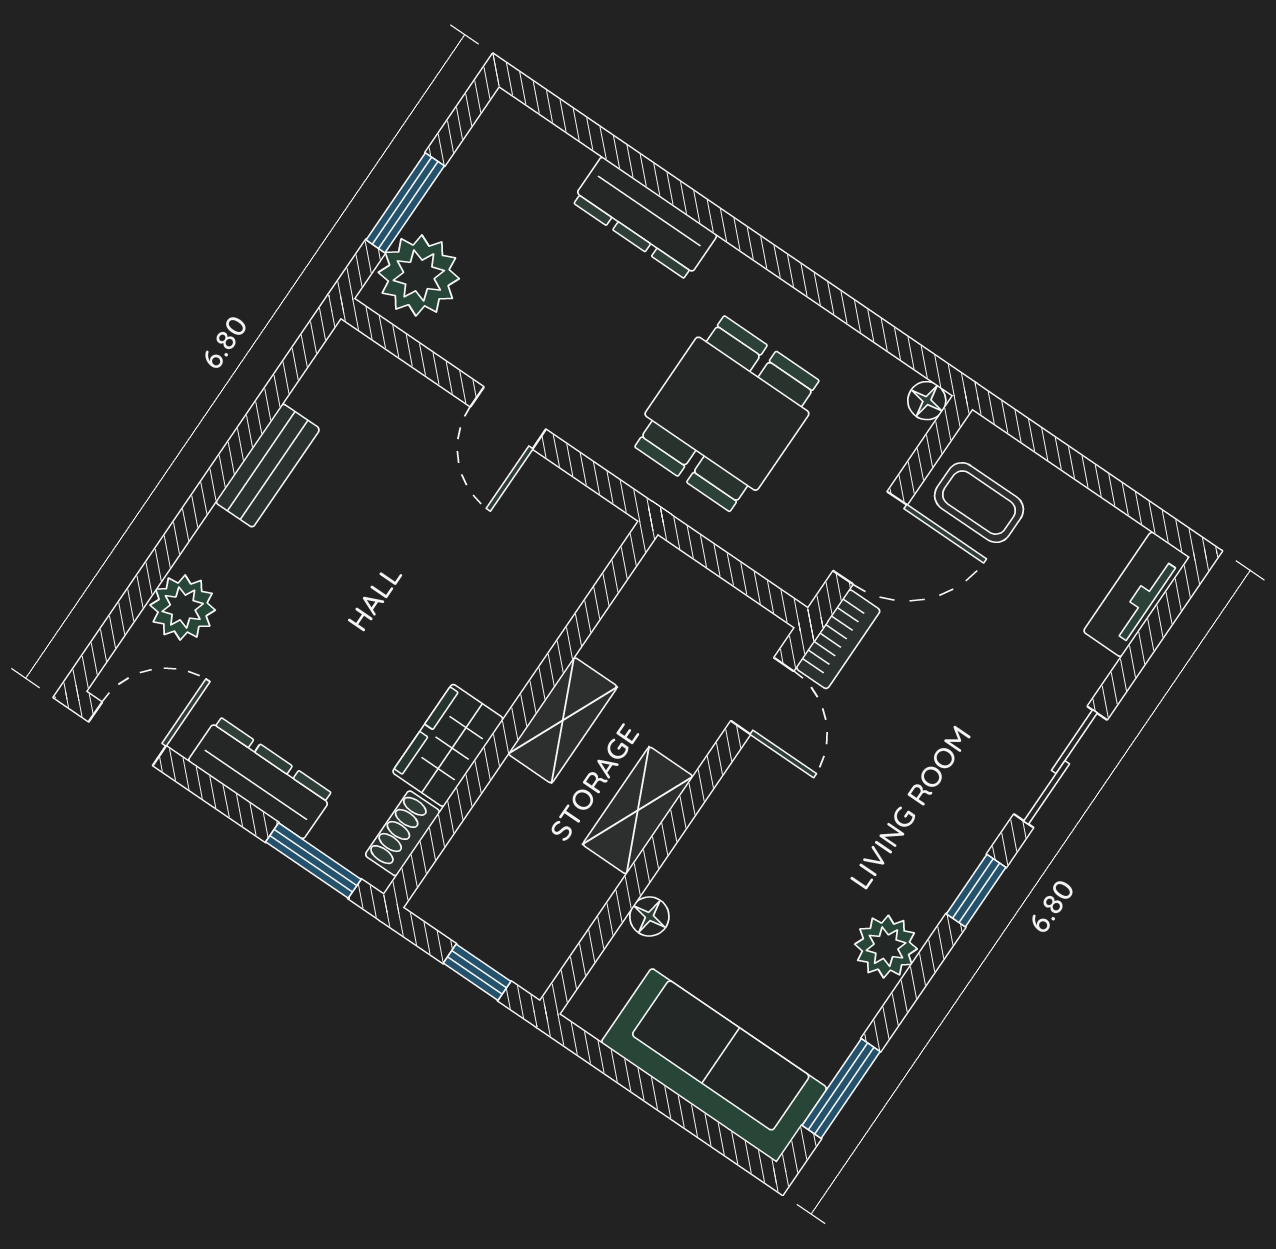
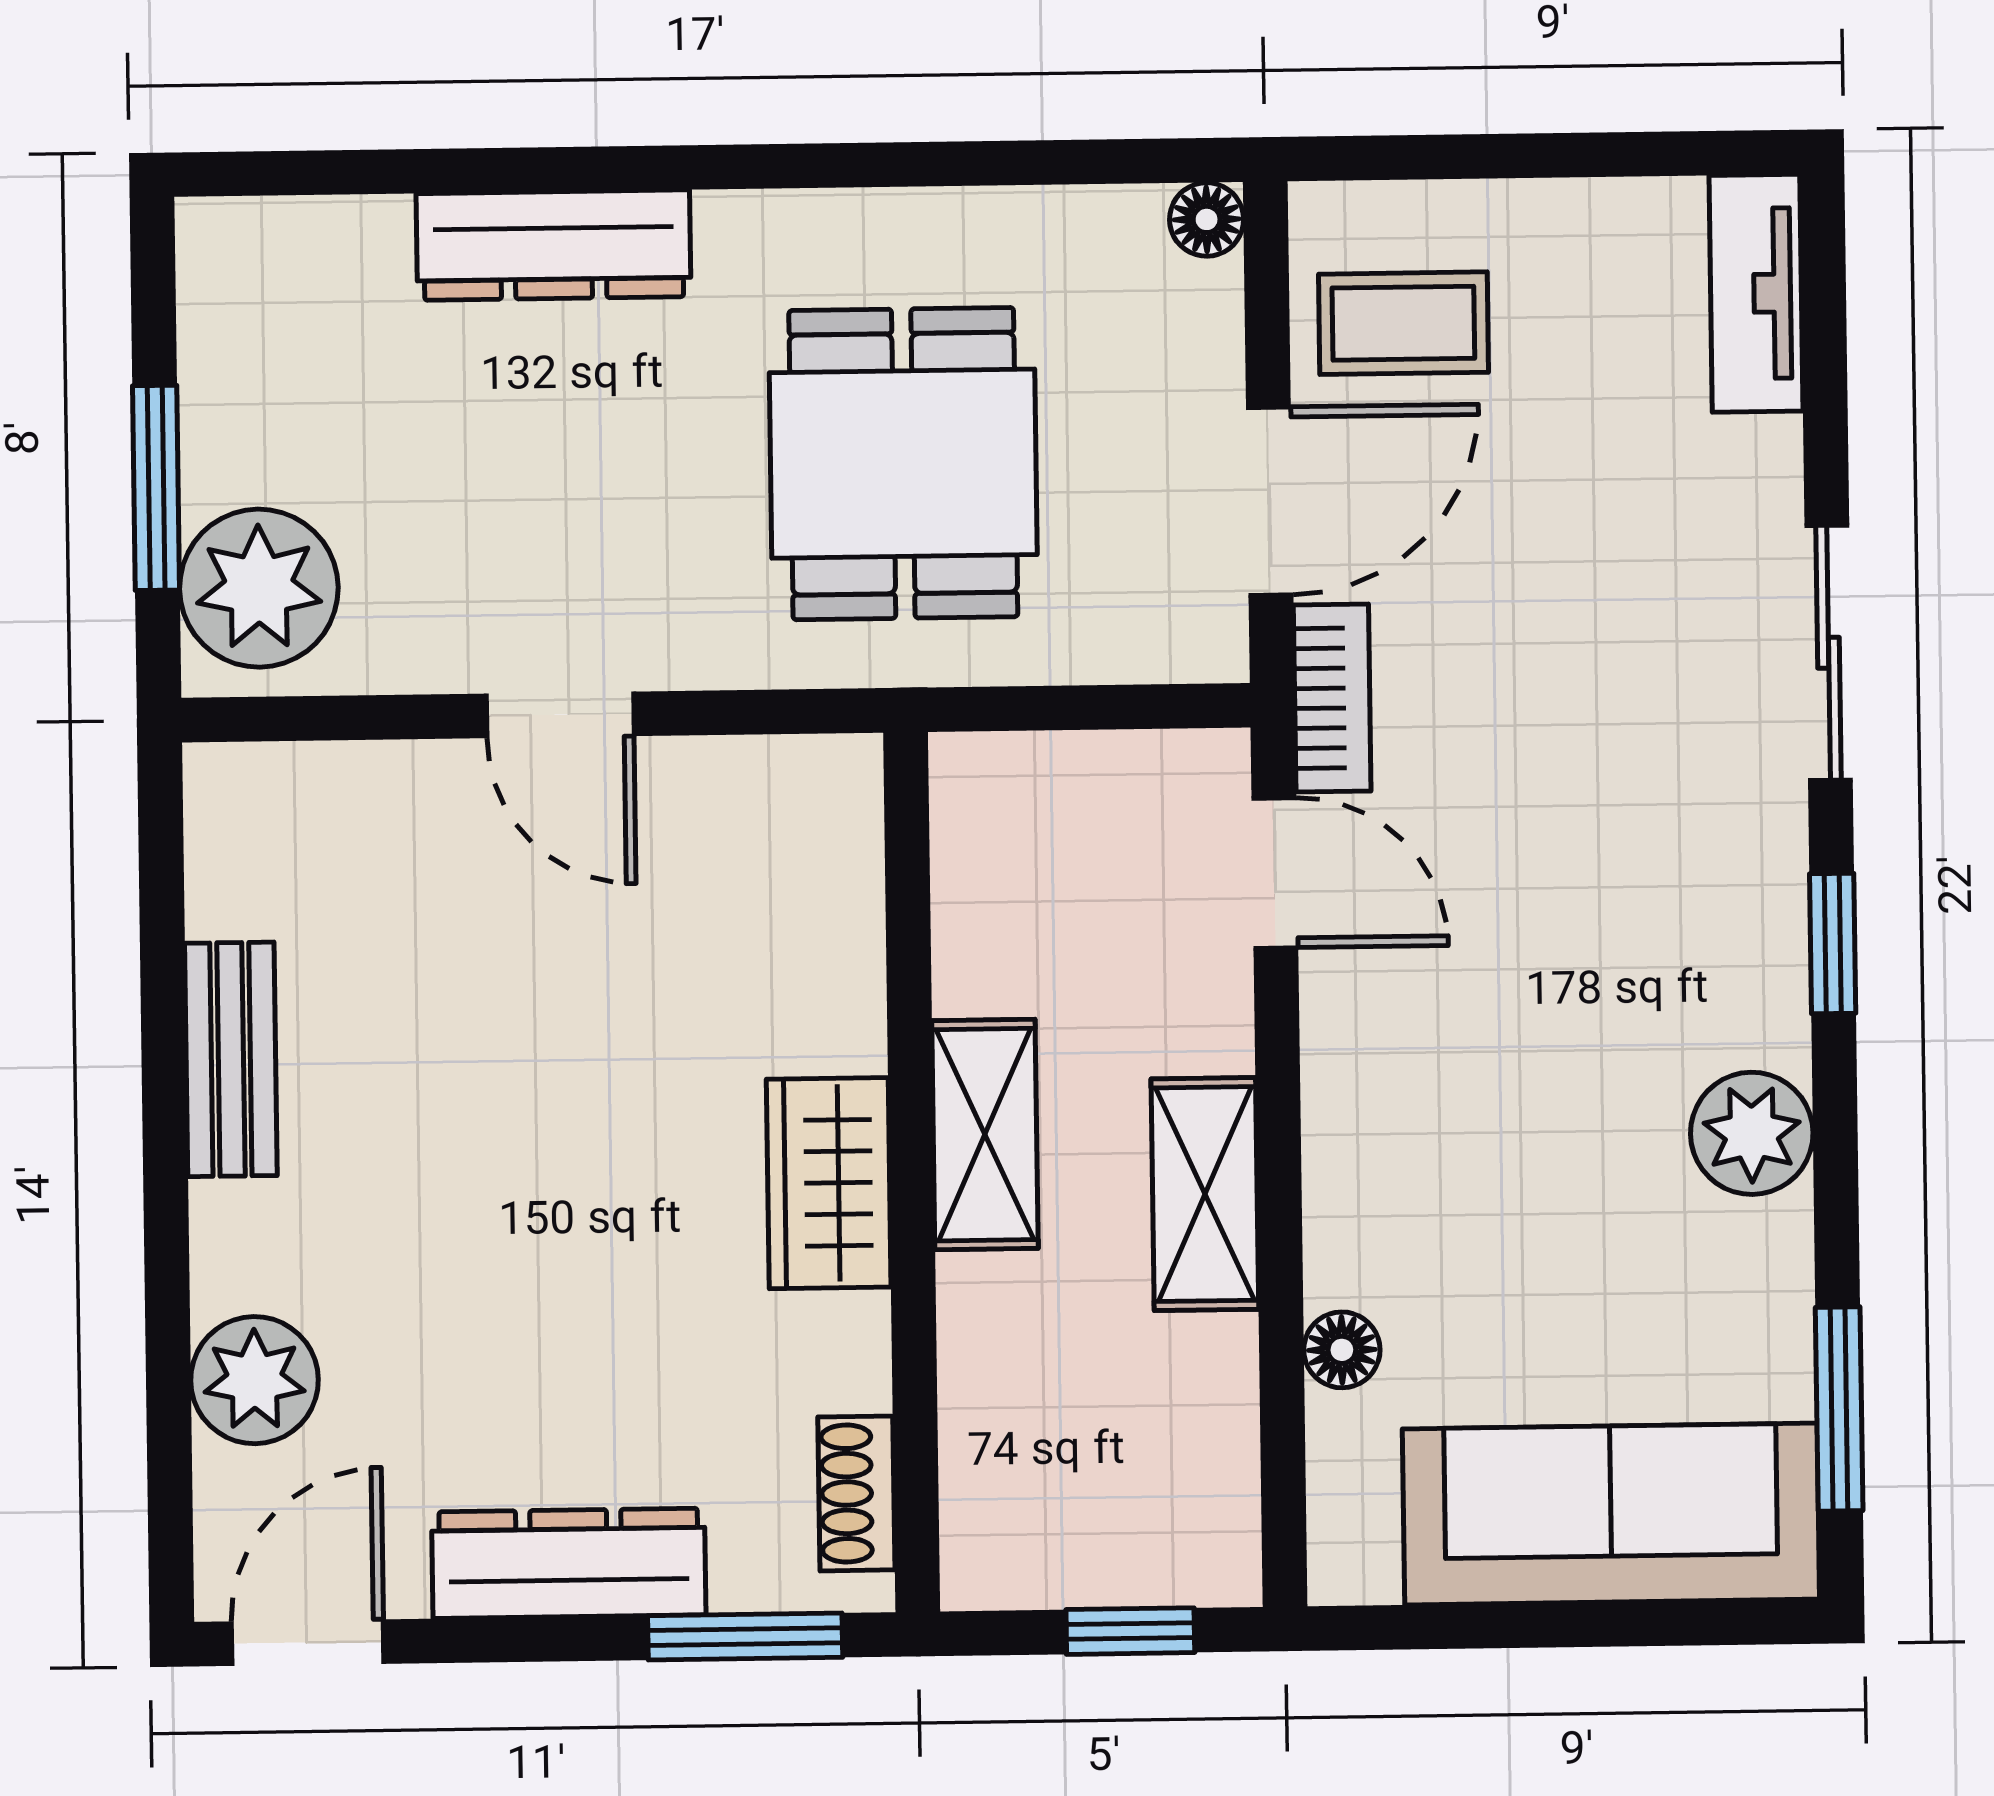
wardrobe: (448, 745) -> (829, 1183), moved

